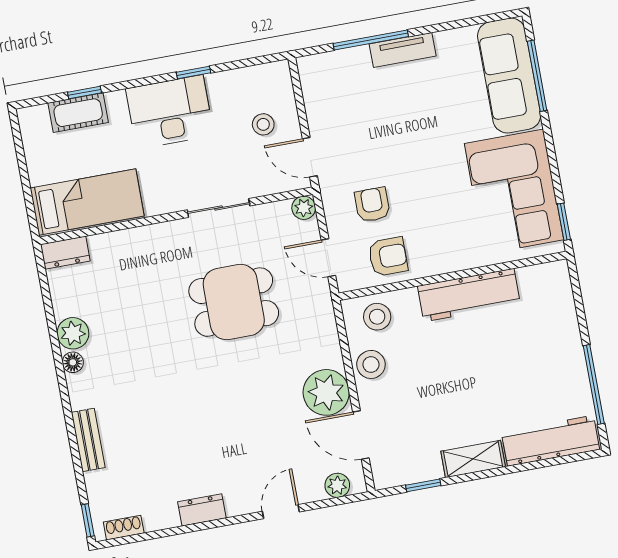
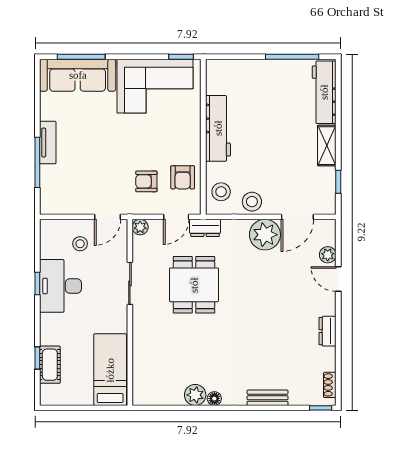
desk: (170, 112) -> (60, 286), moved
dresser: (65, 253) -> (205, 228), moved, turned 90
armchair: (388, 257) -> (183, 177), turned 180
plant: (337, 485) -> (328, 255), moved

